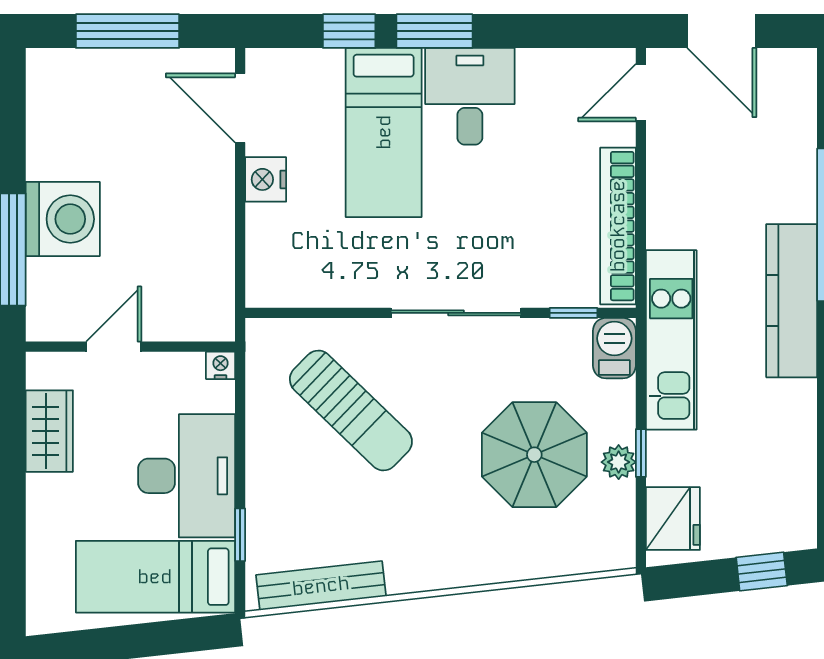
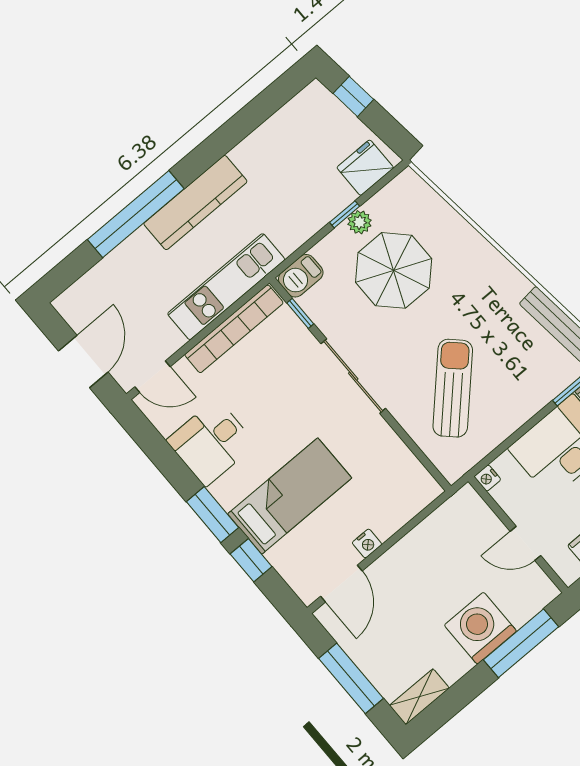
shelving: (44, 89) -> (419, 697), added
desk: (470, 96) -> (211, 442), moved
nightstand: (266, 179) -> (367, 543), width x0.72, depth x0.74
kitchen unit: (671, 340) -> (226, 287), moved

